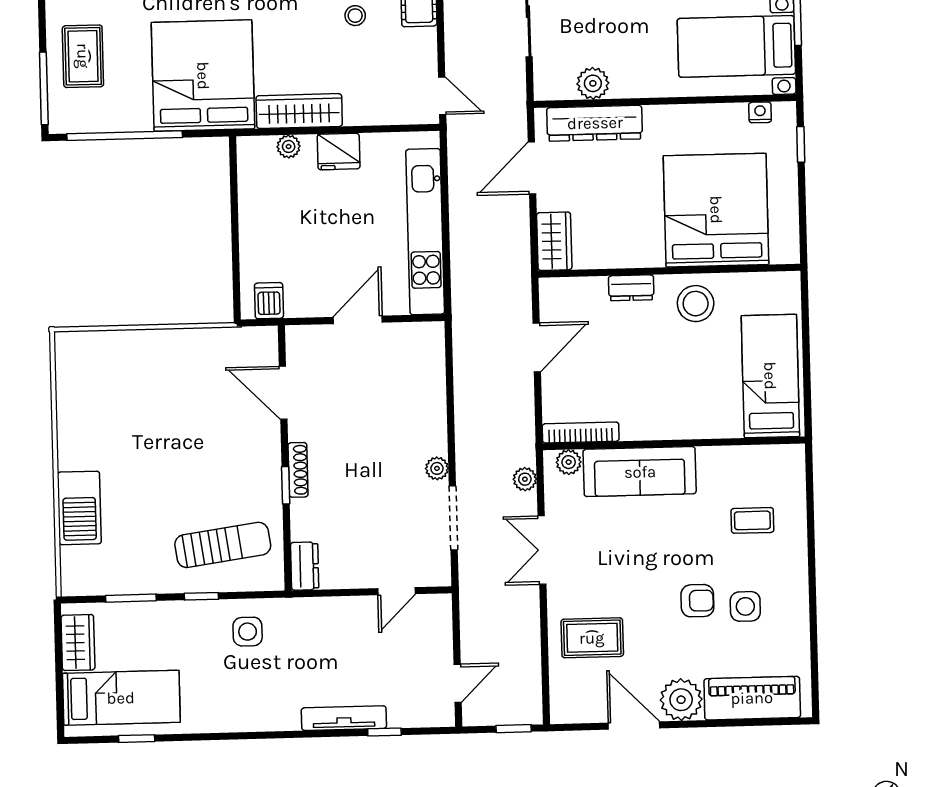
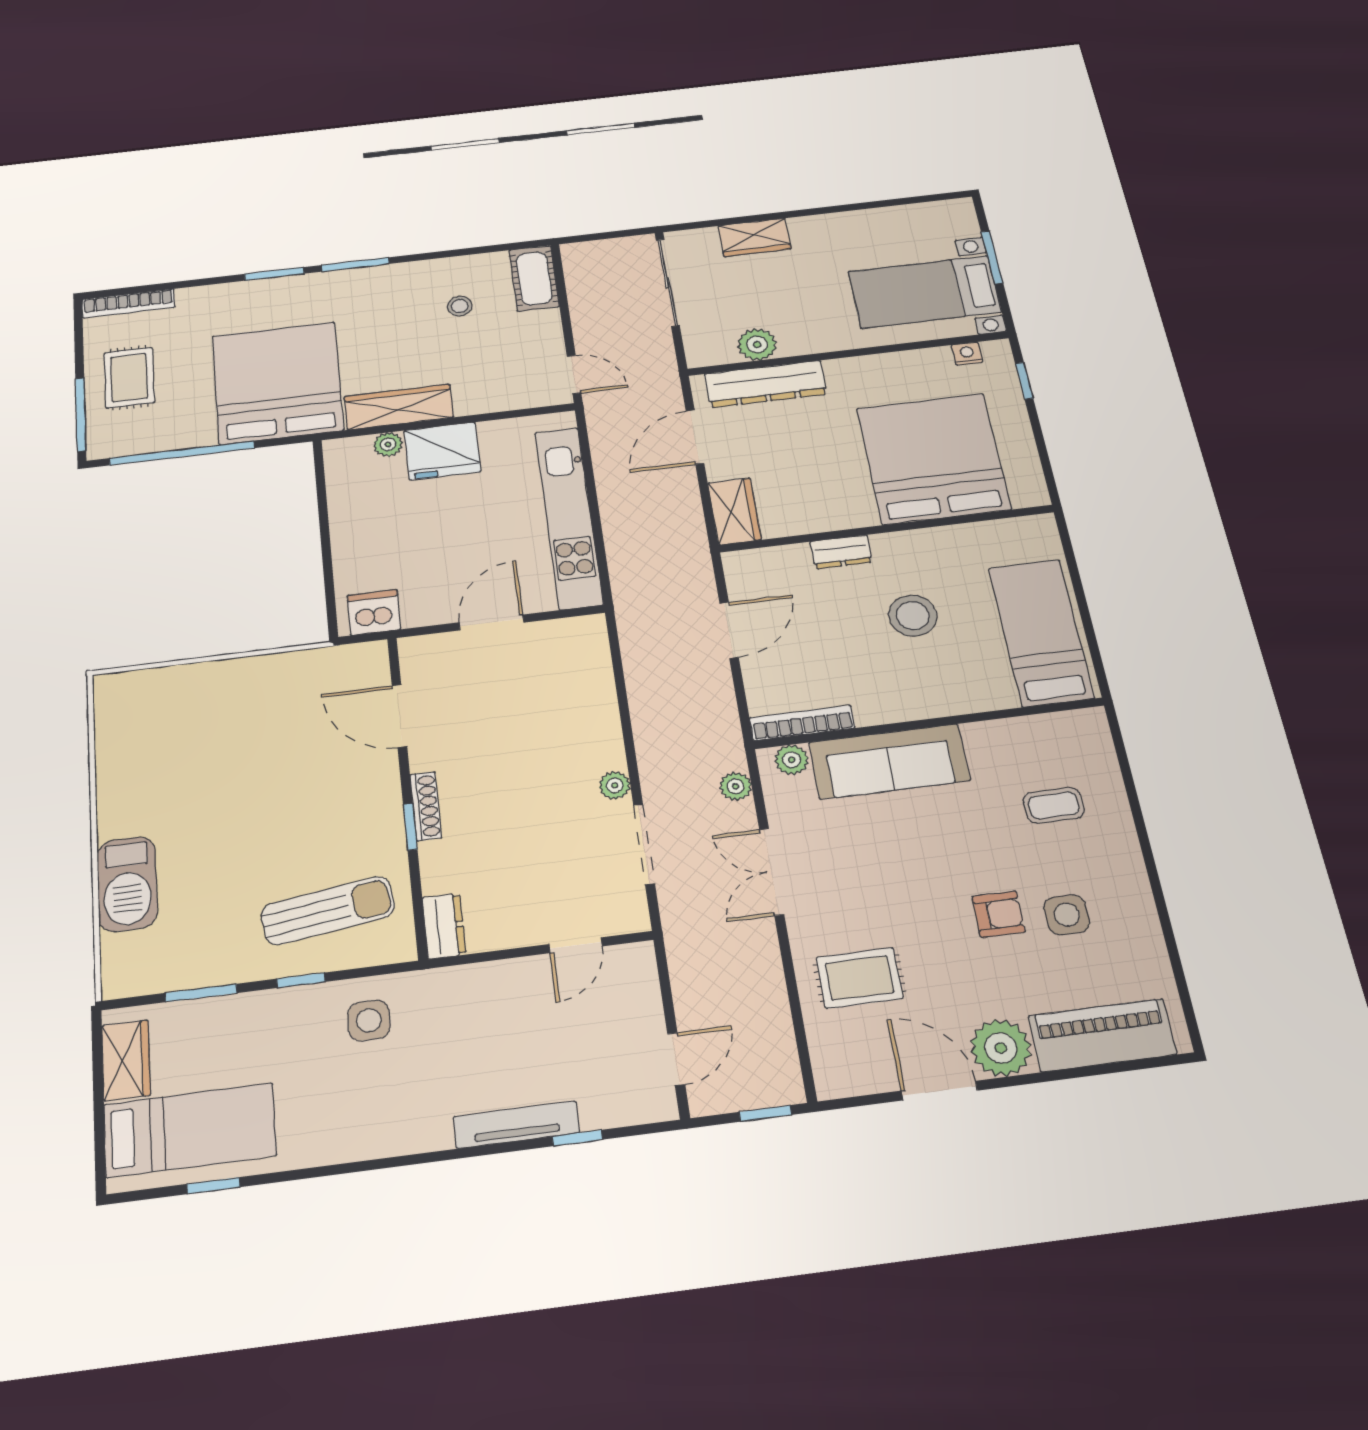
fridge: (339, 152) -> (442, 451), width x1.36, depth x1.34
dishwasher: (269, 301) -> (374, 612), width x1.38
stool: (696, 304) -> (913, 616), moved

